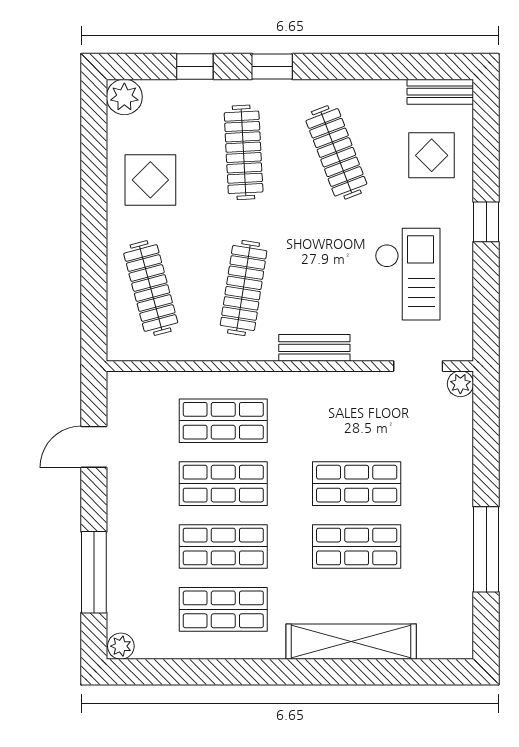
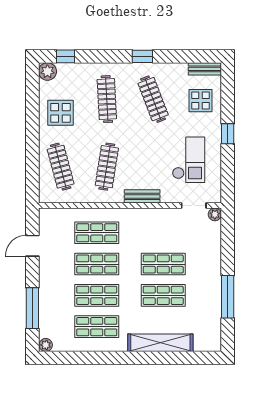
window: (195, 66) -> (66, 56), moved
window: (272, 66) -> (142, 56), moved

